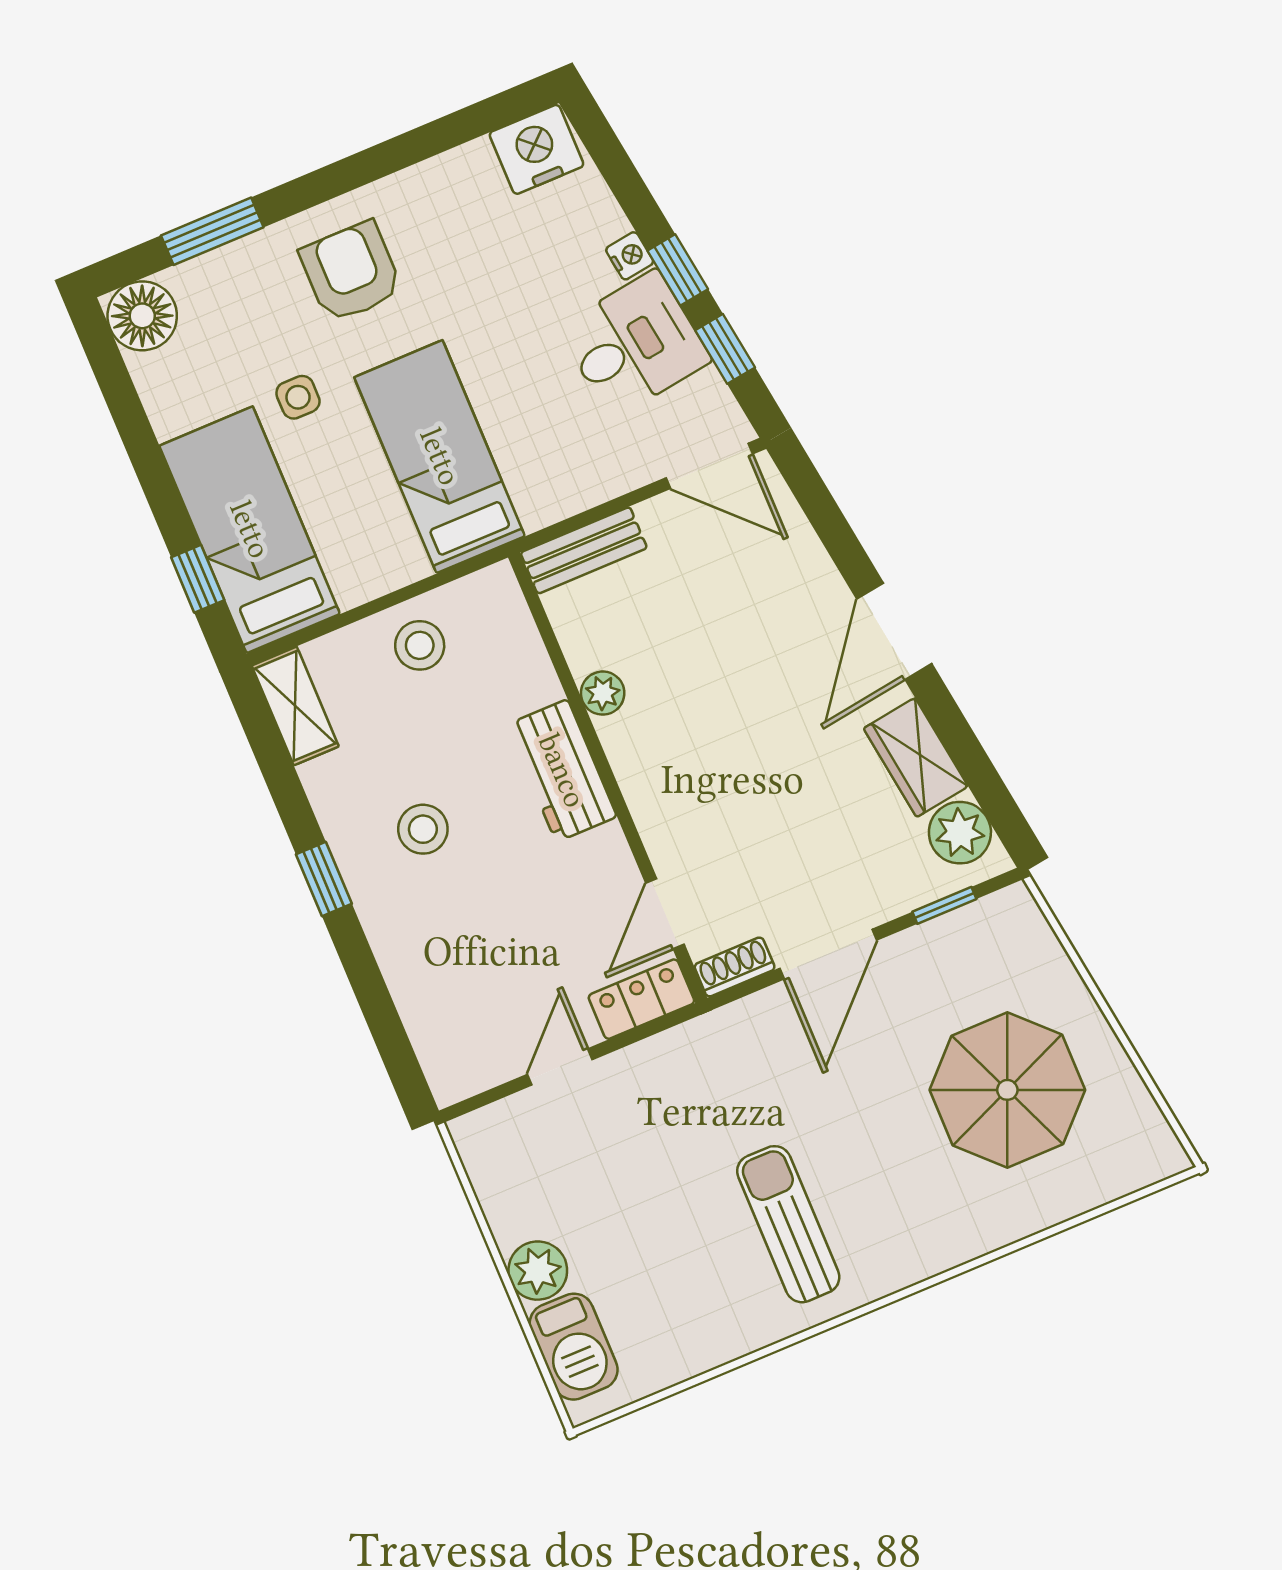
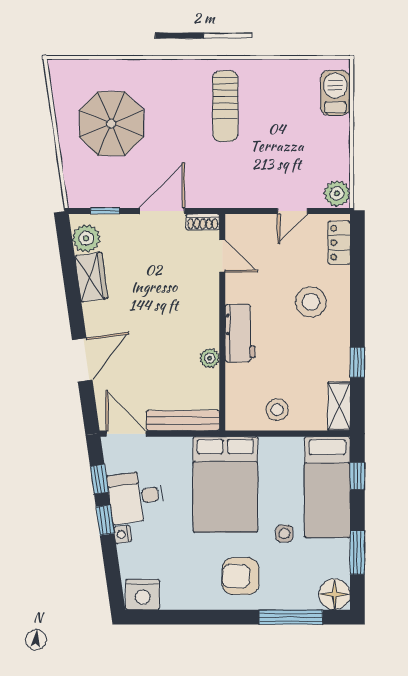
window: (212, 231) -> (291, 617), width x1.44
armchair: (351, 272) -> (241, 576), turned 90
window: (131, 421) -> (357, 553), added
bed: (440, 457) -> (225, 484), width x1.50
bench: (584, 550) -> (183, 421), width x1.36
door: (894, 631) -> (82, 360), moved
stool: (423, 829) -> (311, 302), moved, width x1.38, depth x1.38
window: (324, 879) -> (357, 362), moved
door: (665, 914) -> (222, 256), hinge flipped
locker: (641, 999) -> (339, 243), moved, turned 90
plant: (538, 1271) -> (337, 193), moved

